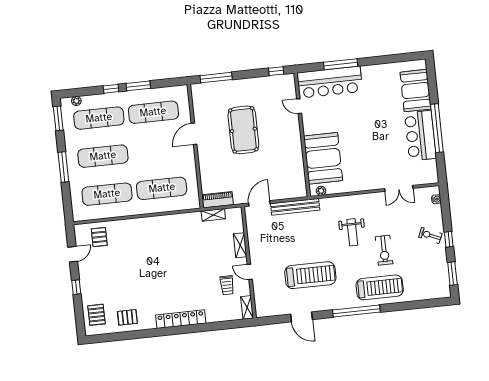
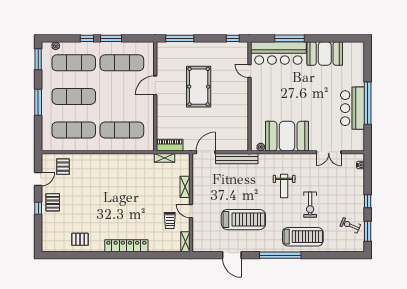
booth: (416, 91) -> (325, 53), moved, turned 90
booth: (323, 158) -> (287, 136), moved, turned 90
exercise bike: (430, 235) -> (350, 225), moved
pallet: (96, 315) -> (53, 202), moved

